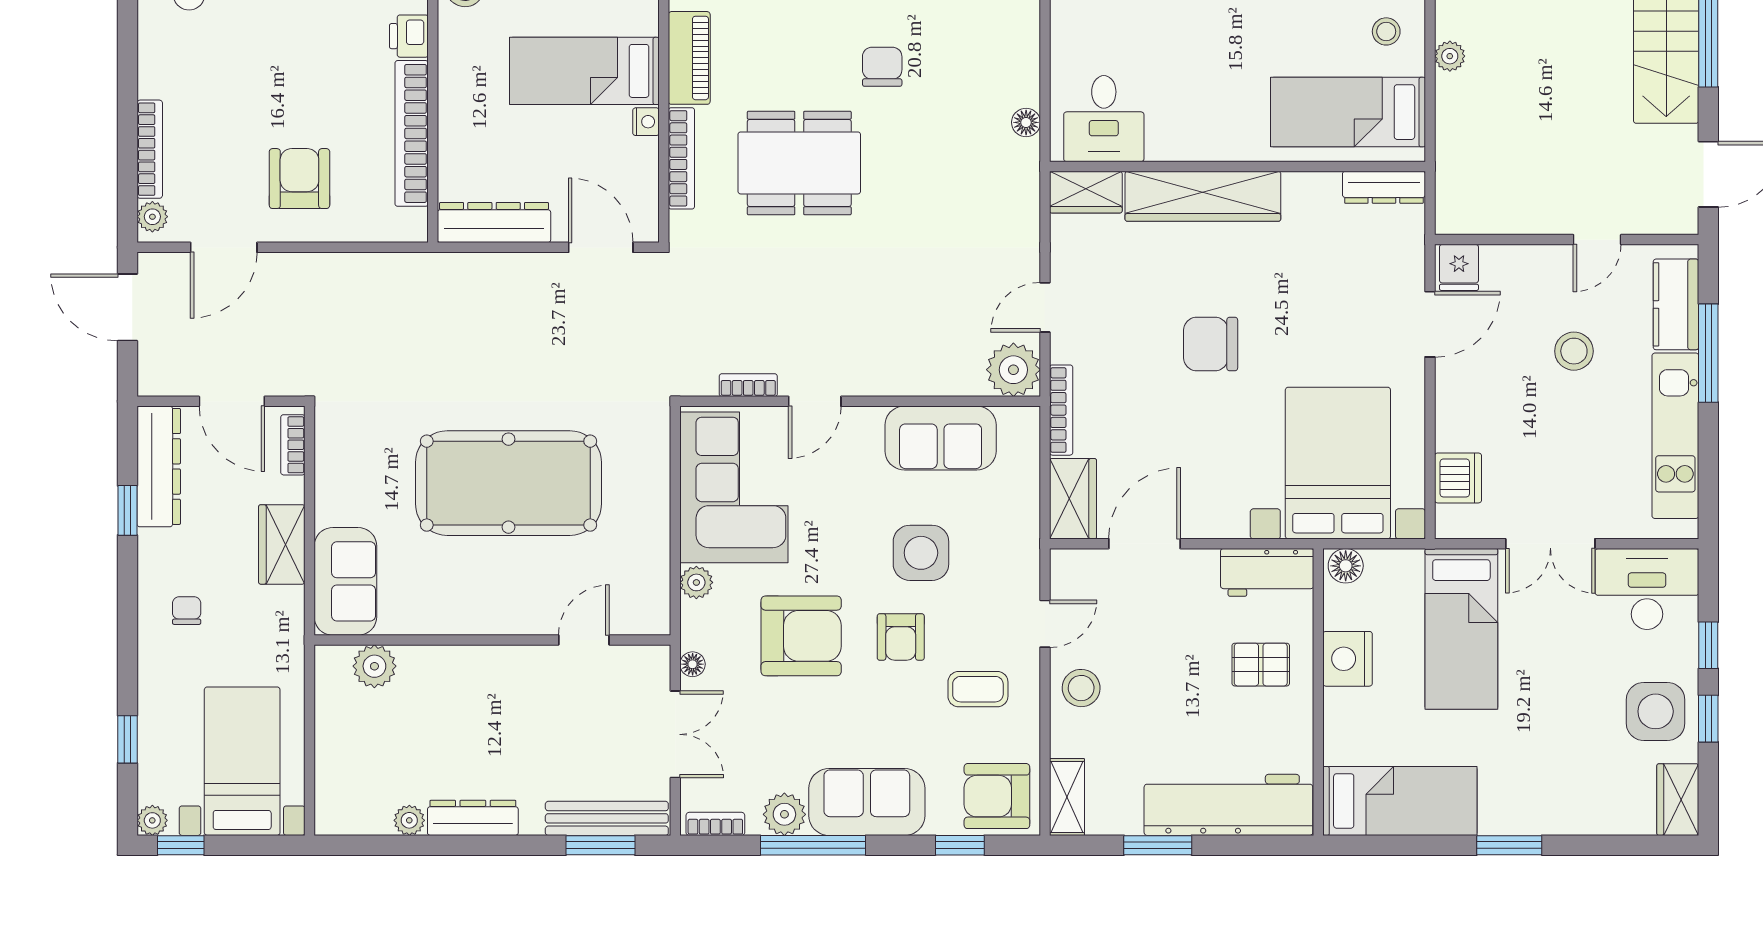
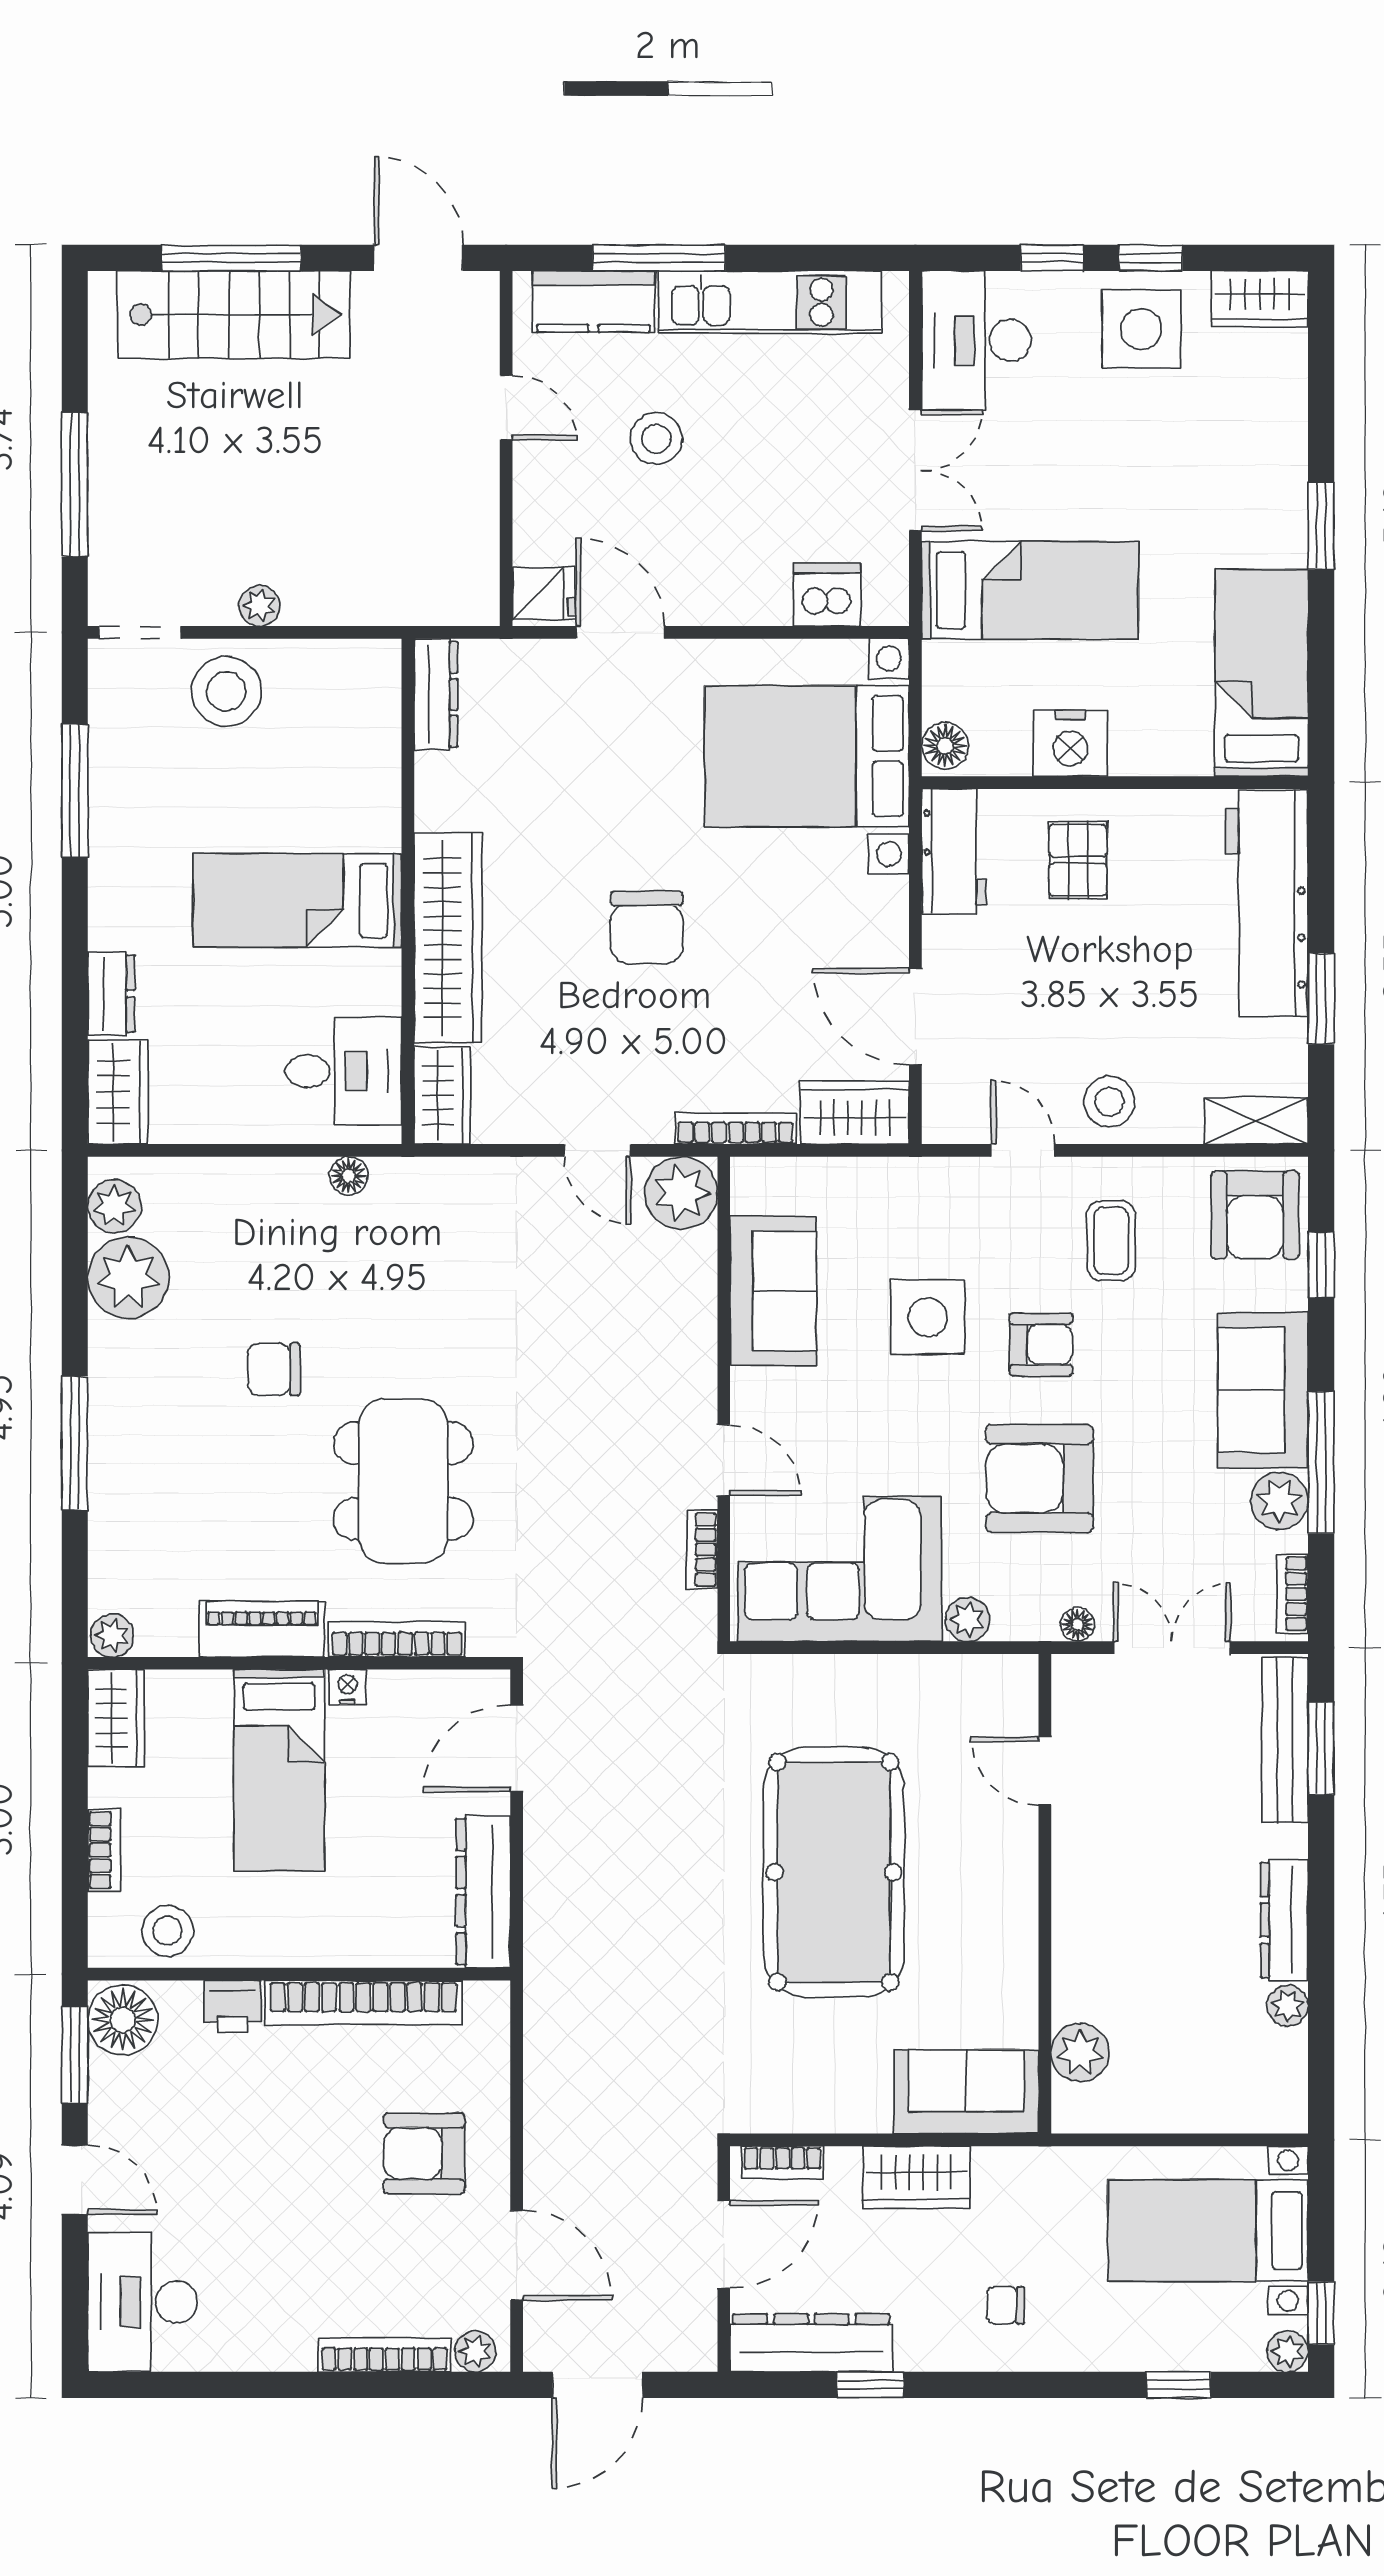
stool: (1386, 31) -> (226, 691), width x1.89, depth x1.89
bed: (1348, 112) -> (297, 901), moved, turned 90
armchair: (801, 636) -> (1039, 1478), turned -90

